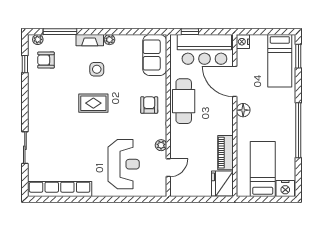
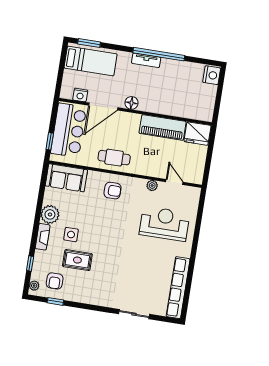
window: (60, 32) -> (30, 264), width x0.46
plant: (110, 40) -> (50, 214), width x1.87, depth x1.87
nightstand: (243, 42) -> (80, 95), moved
cafe table: (184, 101) -> (114, 158), width x0.73, depth x0.74
rug: (93, 103) -> (77, 260), moved, turned 90
armchair: (149, 105) -> (113, 191), turned 180
tv unit: (290, 118) -> (146, 60), added
piano: (225, 153) -> (163, 127), width x1.37, depth x1.33
bed: (263, 169) -> (190, 93), removed

